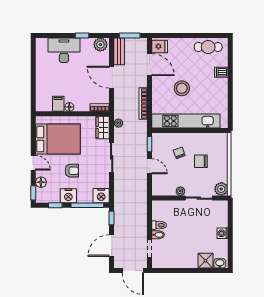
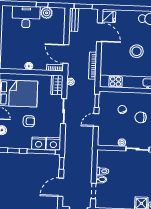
plant: (100, 45) -> (47, 13), moved
door: (112, 77) -> (66, 54), moved
stool: (182, 88) -> (137, 51), moved
filing cabinet: (58, 104) -> (19, 63), removed
door: (150, 166) -> (96, 120), swing flipped
nightstand: (68, 196) -> (39, 143), moved

